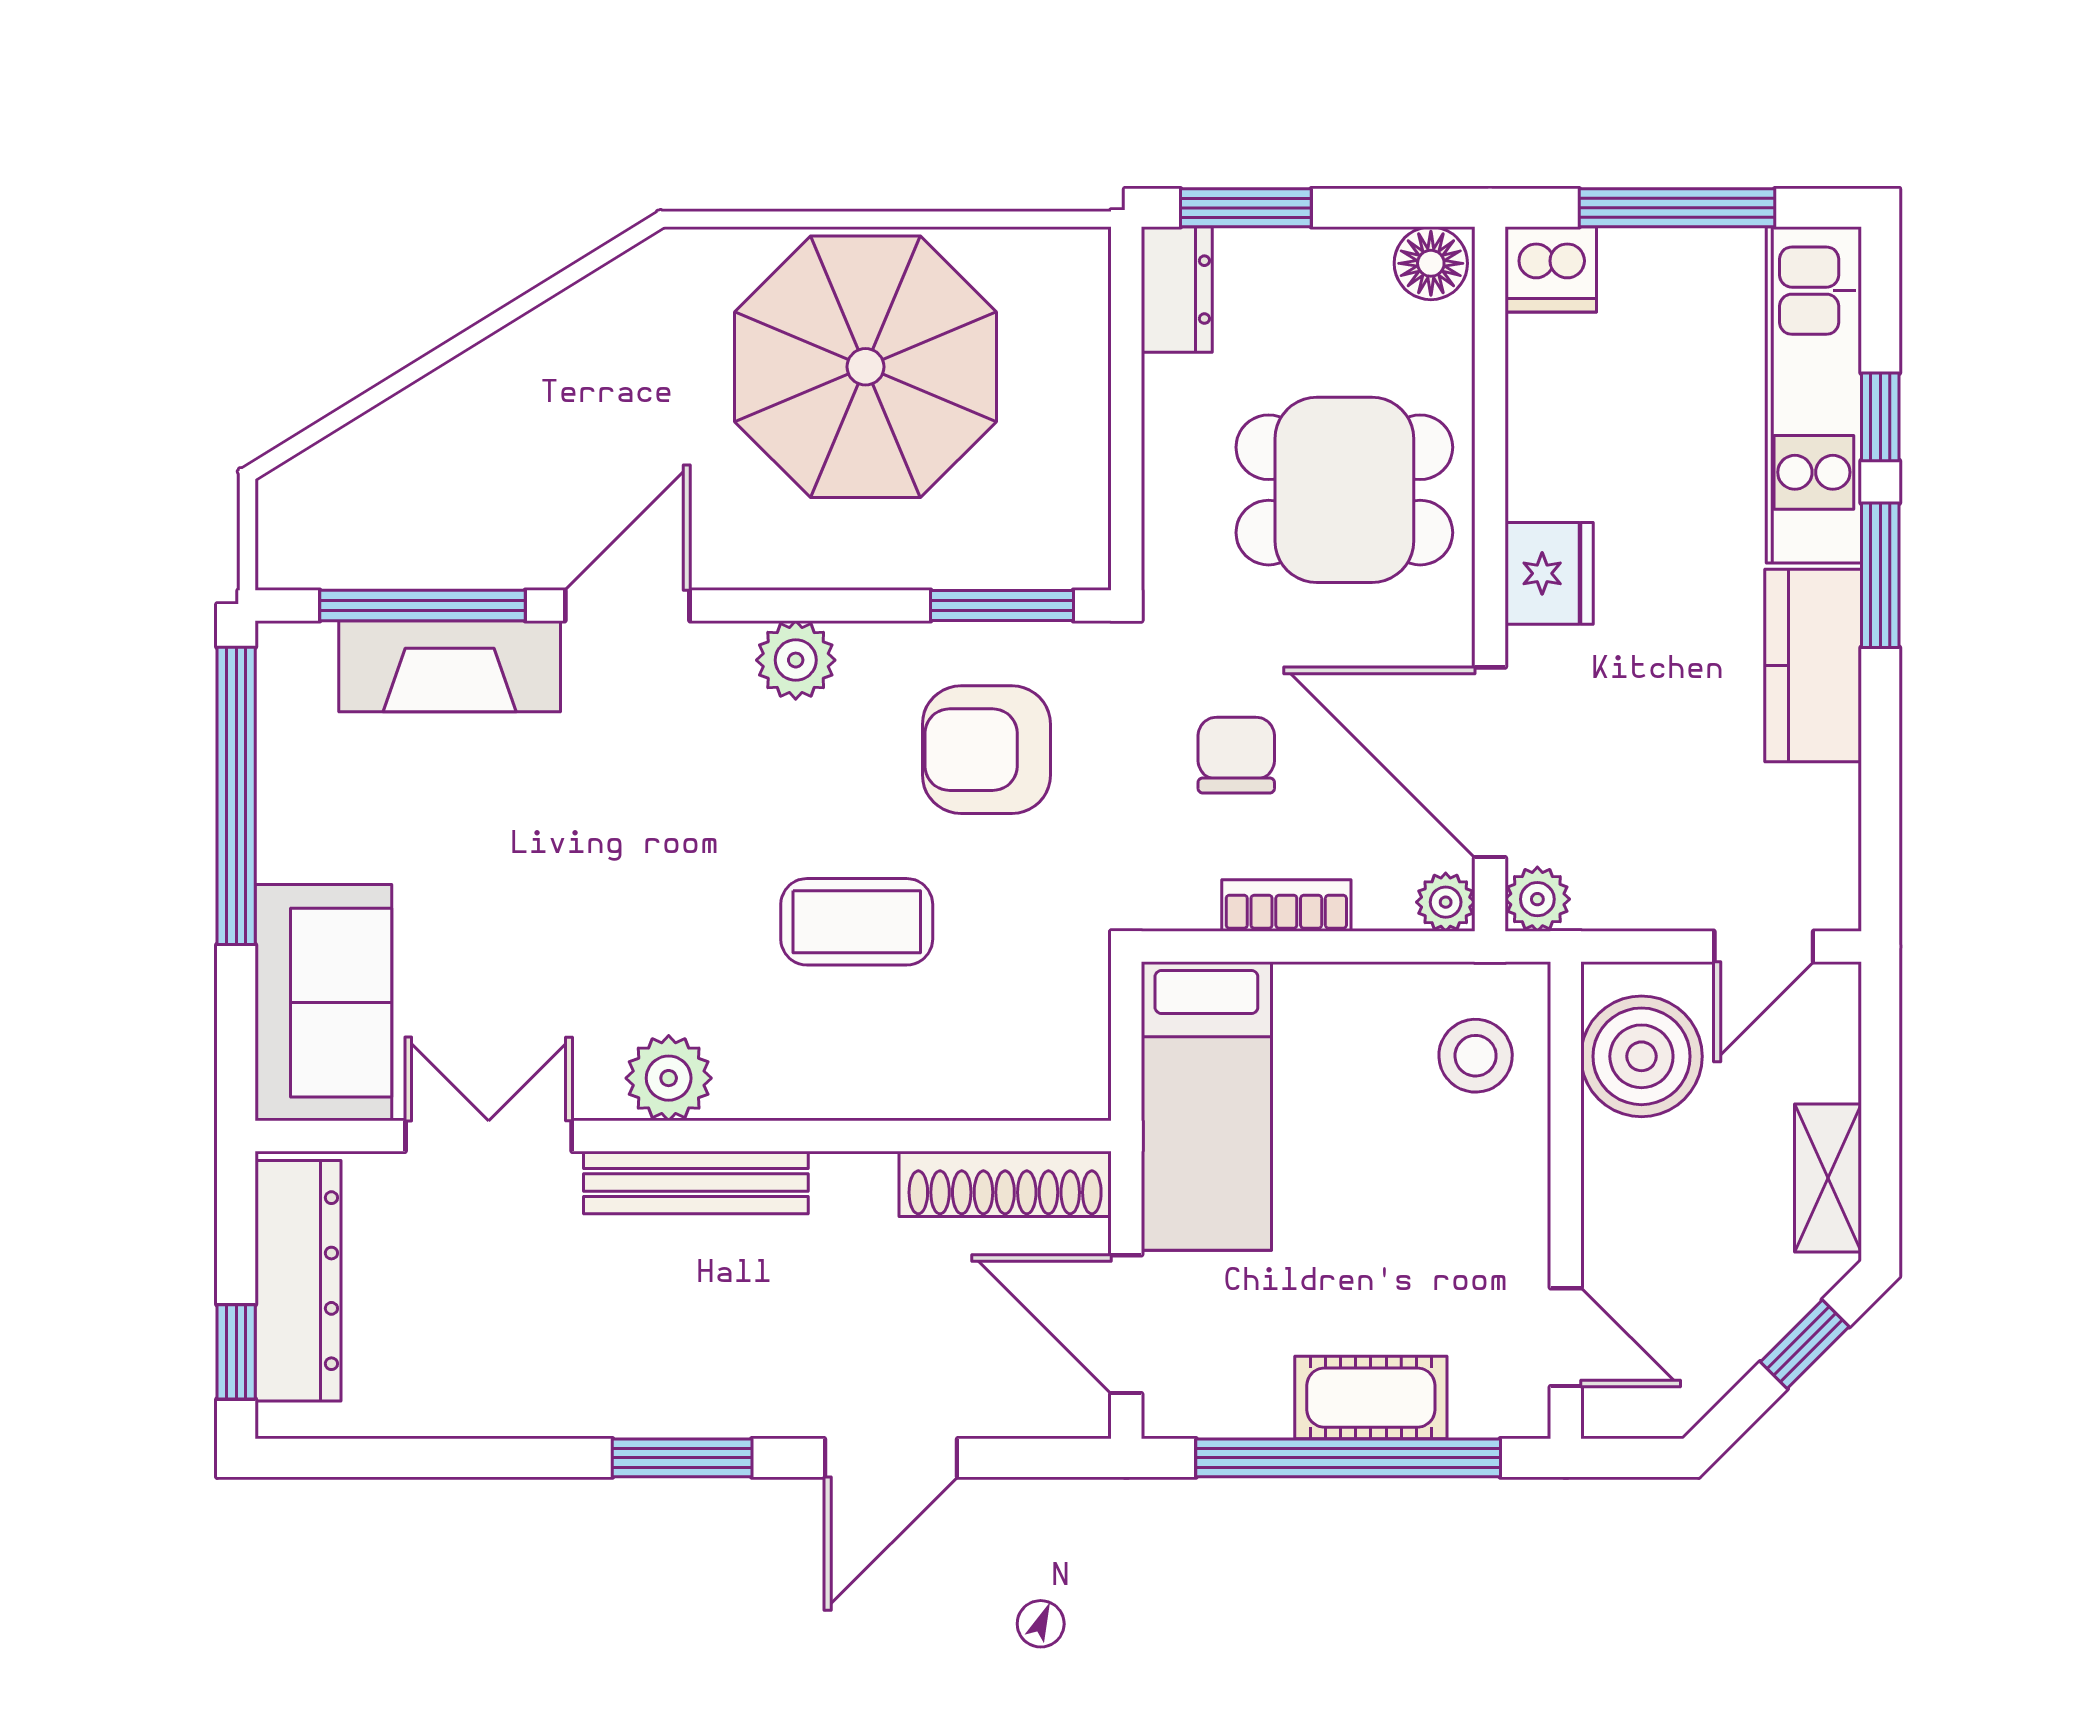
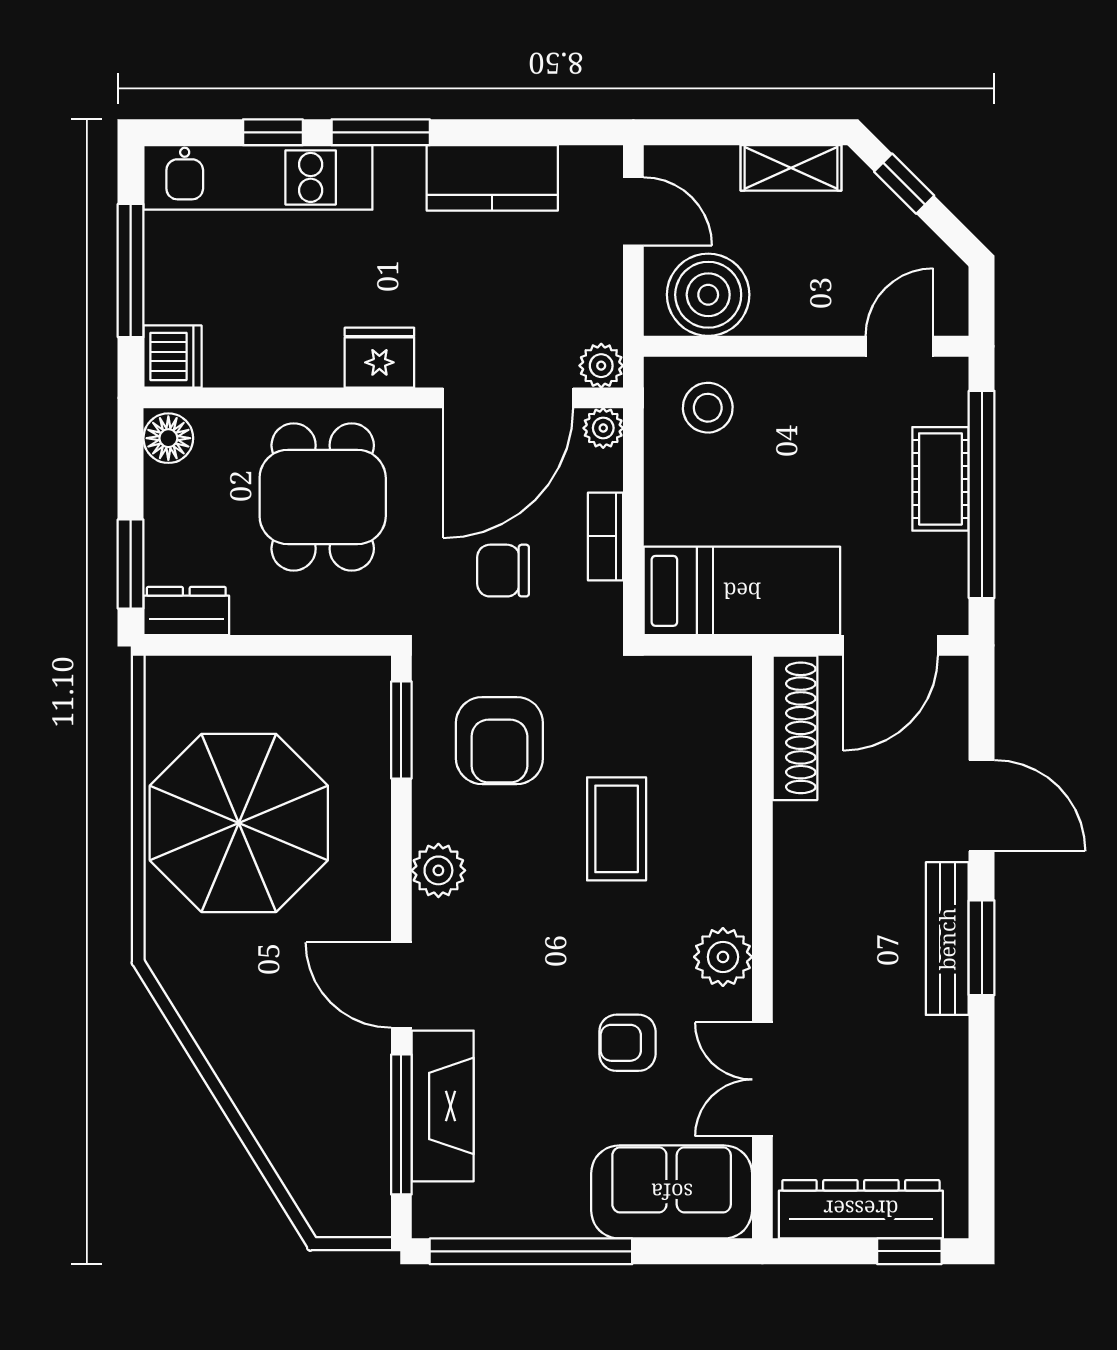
kitchen counter: (1813, 665) -> (492, 178), moved
armchair: (543, 938) -> (627, 1043), added
bench: (696, 1182) -> (947, 939), moved

